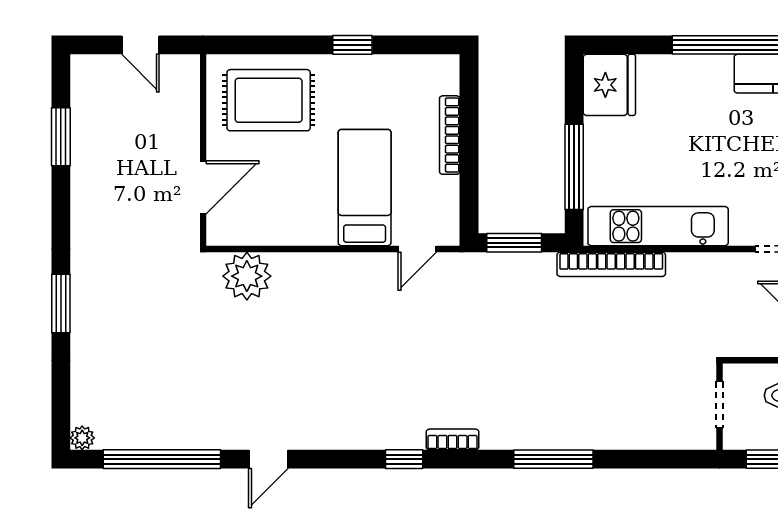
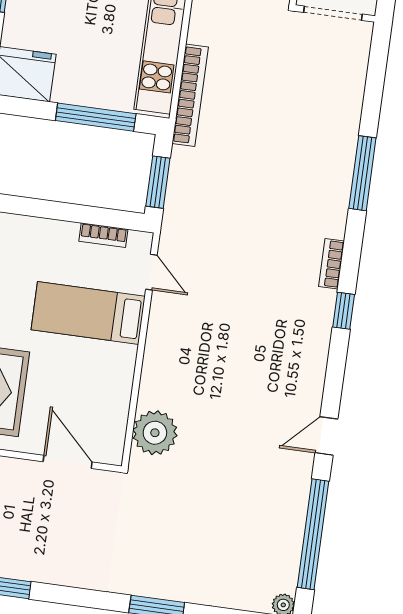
bookcase: (450, 135) -> (103, 235), moved, width x0.64
doorway: (719, 404) -> (333, 13), width x1.38
door: (268, 459) -> (326, 436), swing flipped

